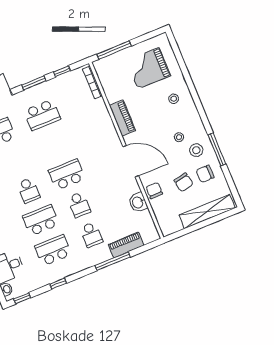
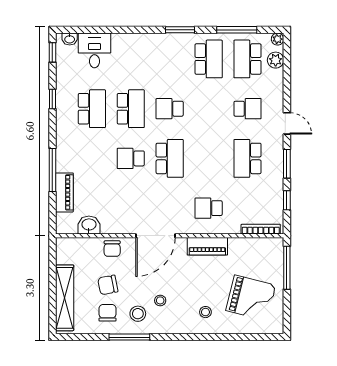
grand piano: (148, 68) -> (251, 298), turned 104
chair: (154, 190) -> (112, 249), turned 90
washbasin: (138, 202) -> (89, 225), moved
school desk: (91, 235) -> (209, 208), moved

